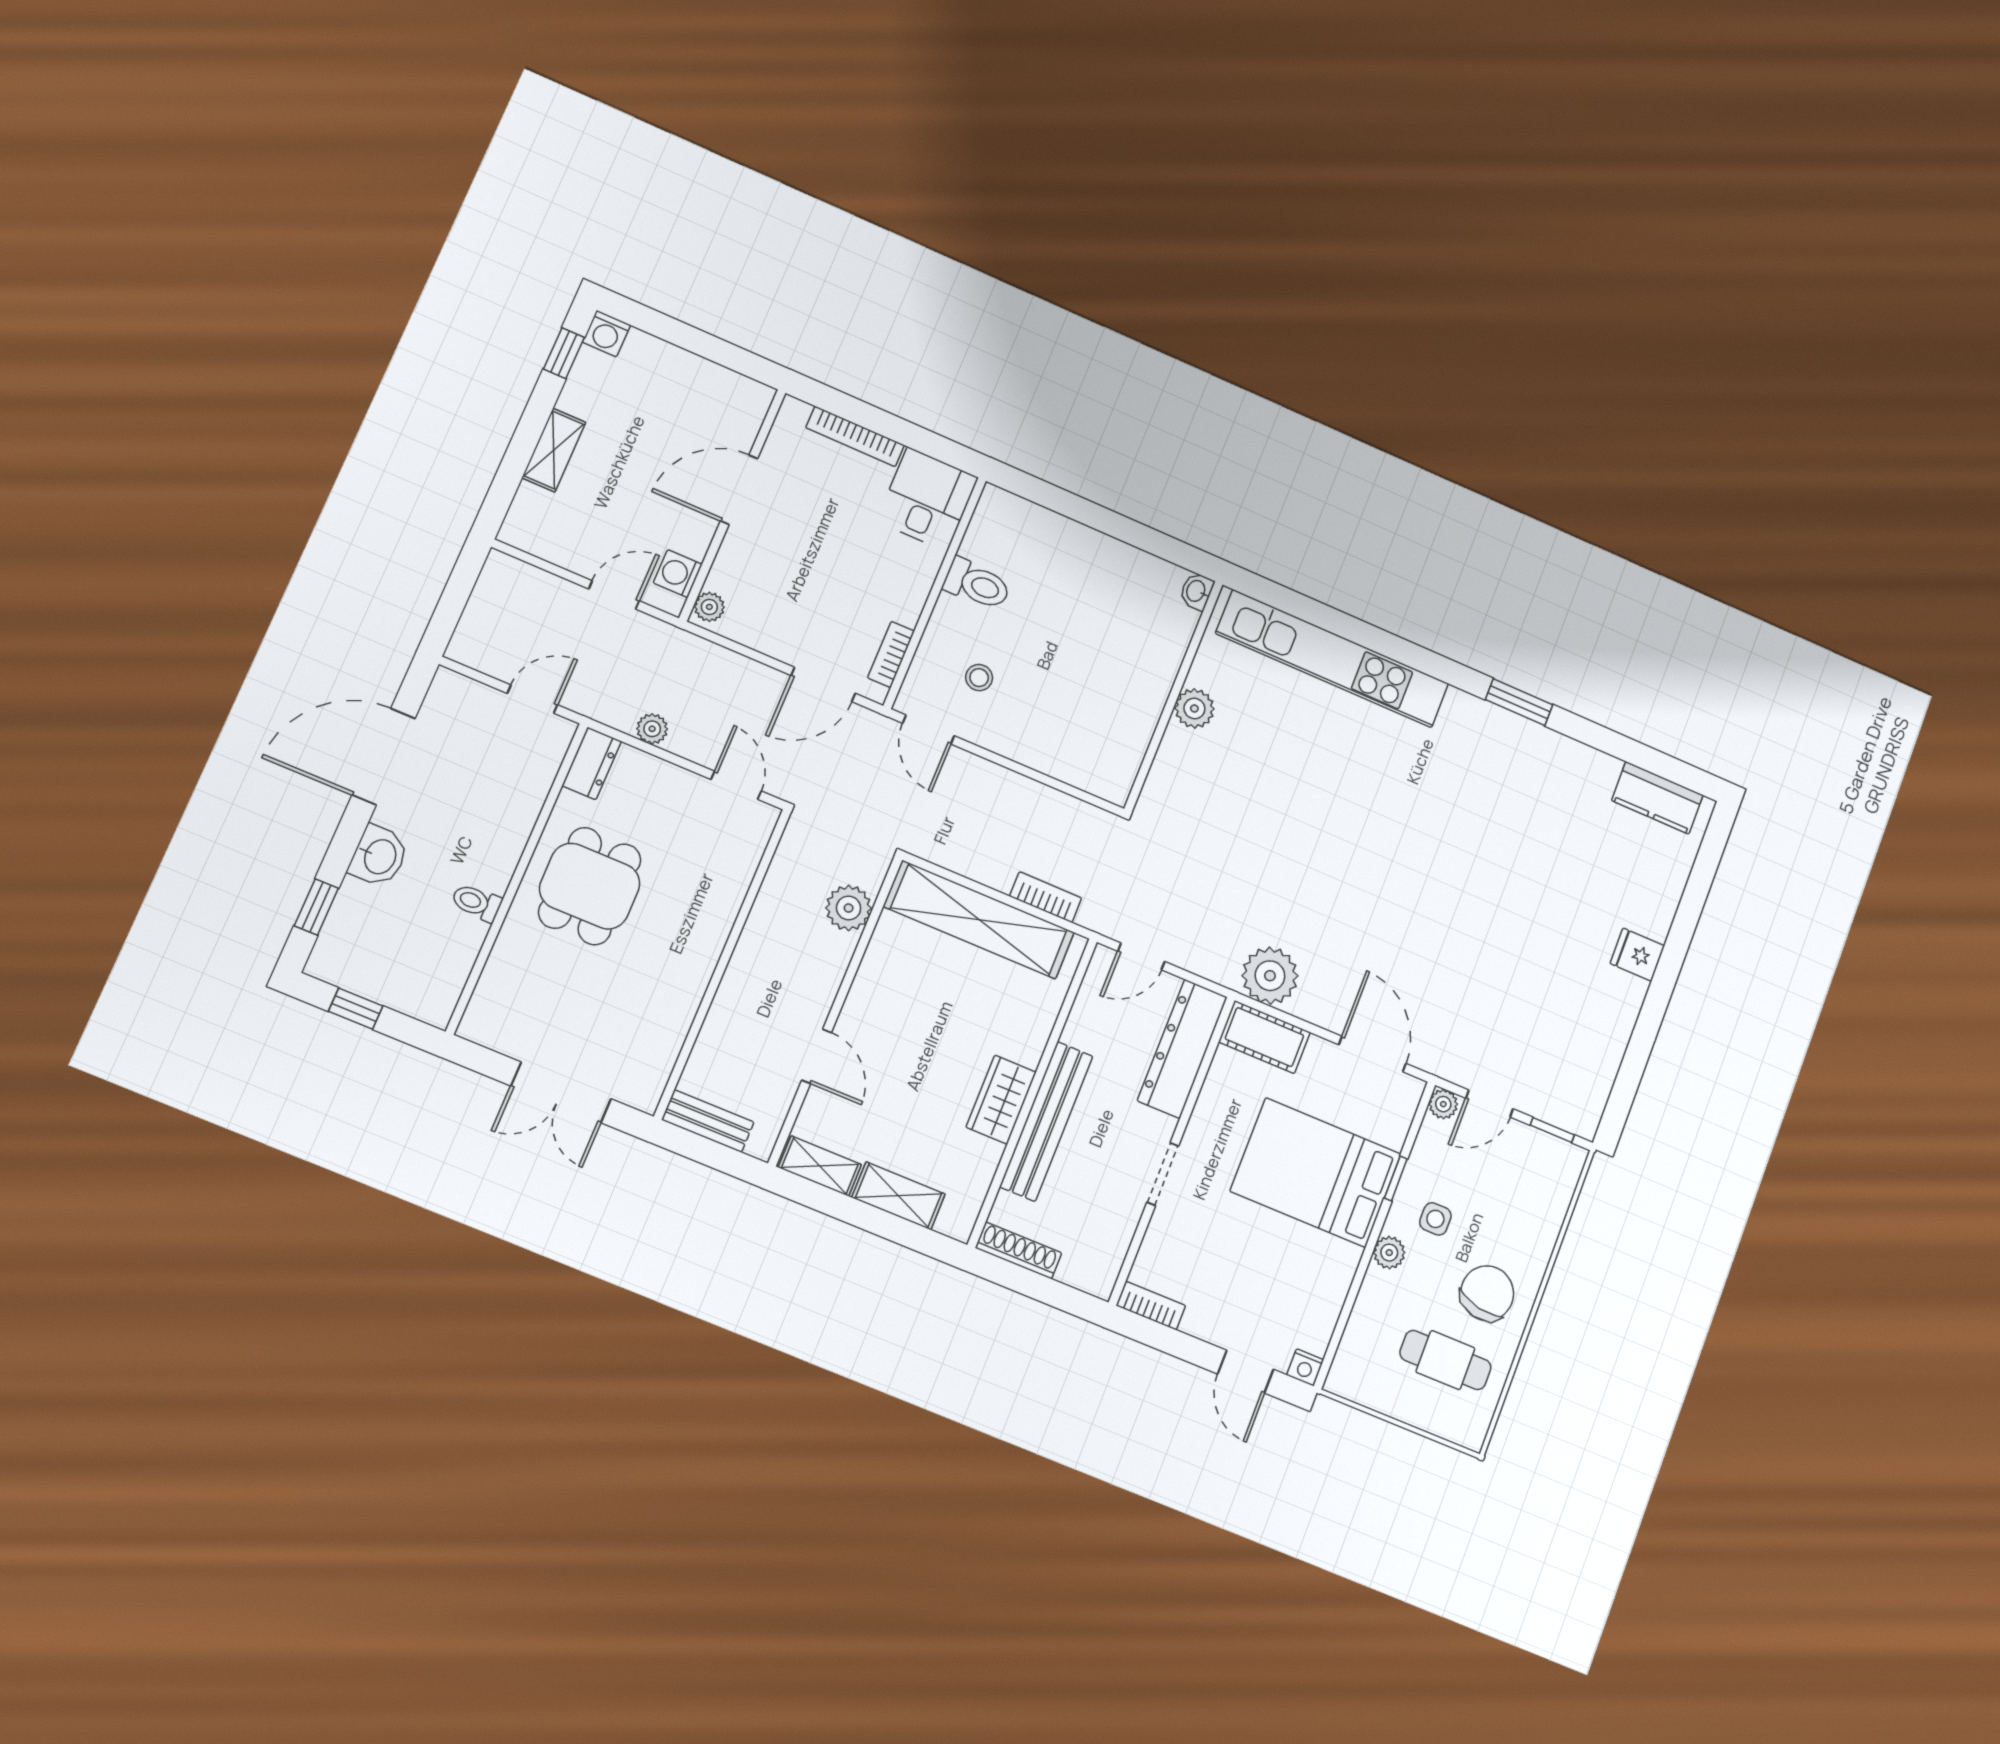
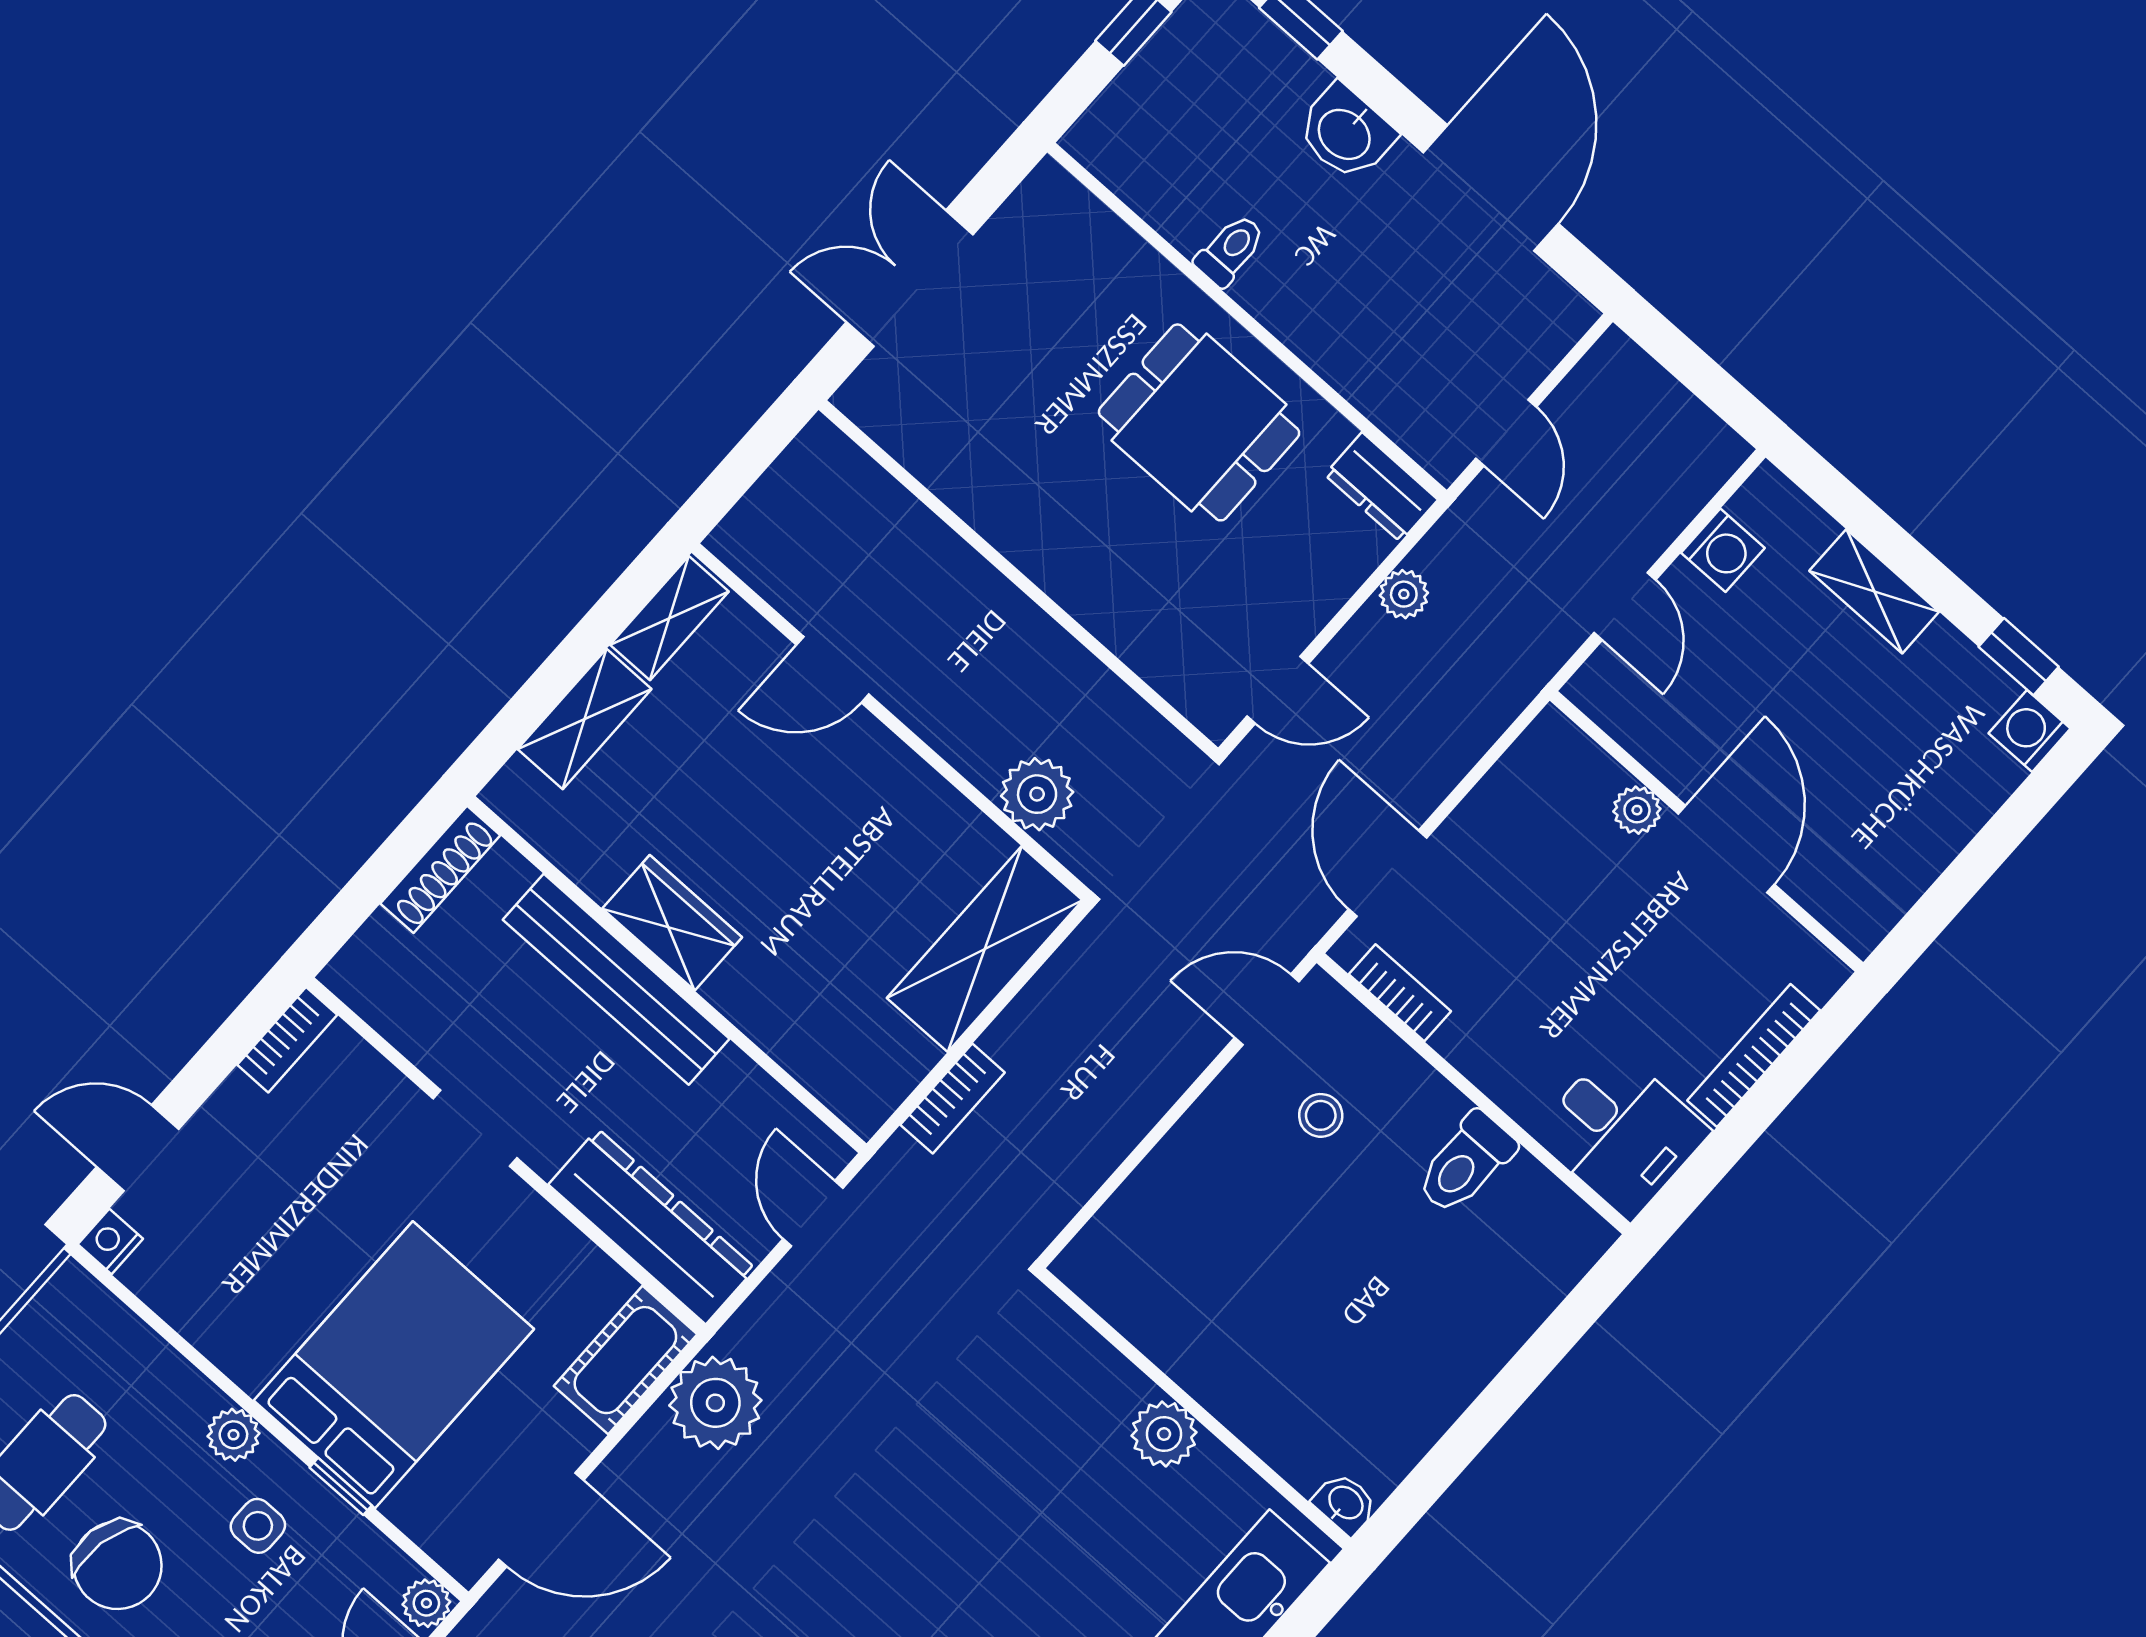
washing machine: (678, 574) -> (1723, 550), moved, turned 90
plant: (709, 607) -> (1637, 810), moved
shelving: (979, 920) -> (985, 949), width x0.68
bench: (708, 1121) -> (793, 477), removed

